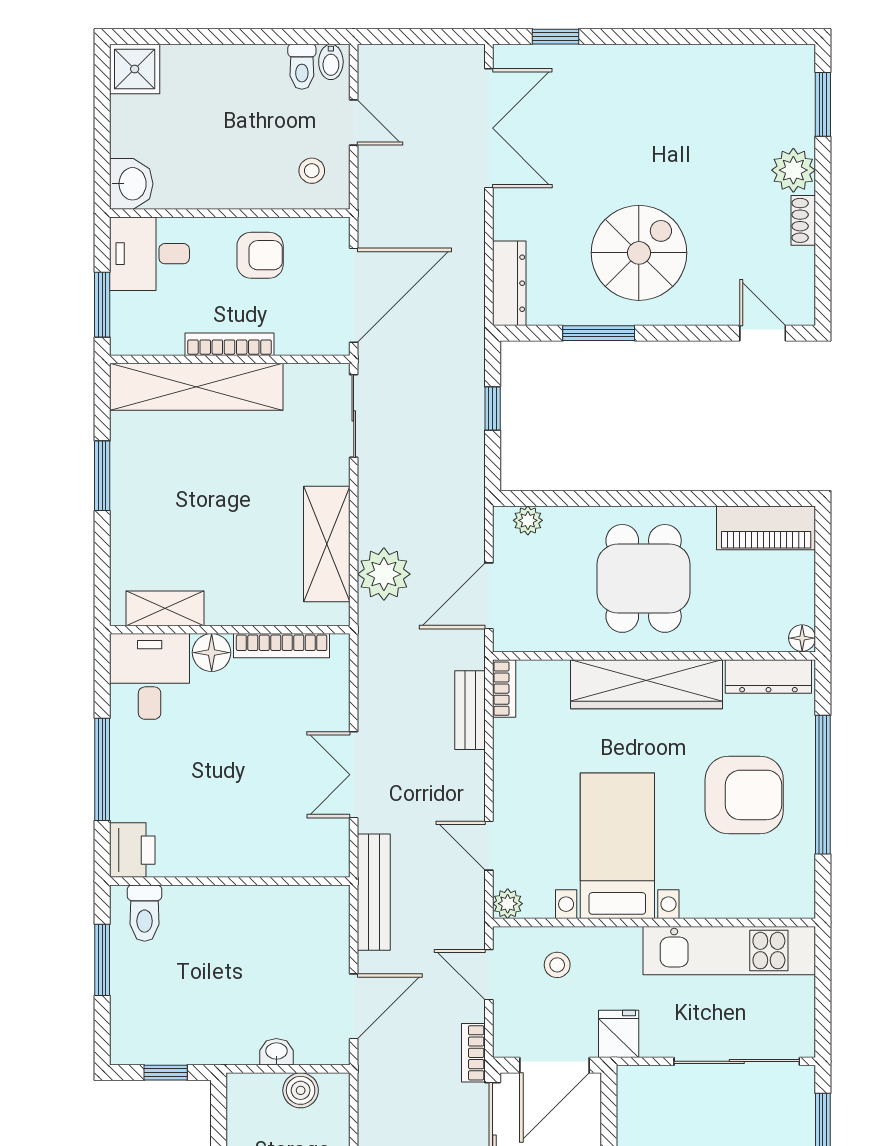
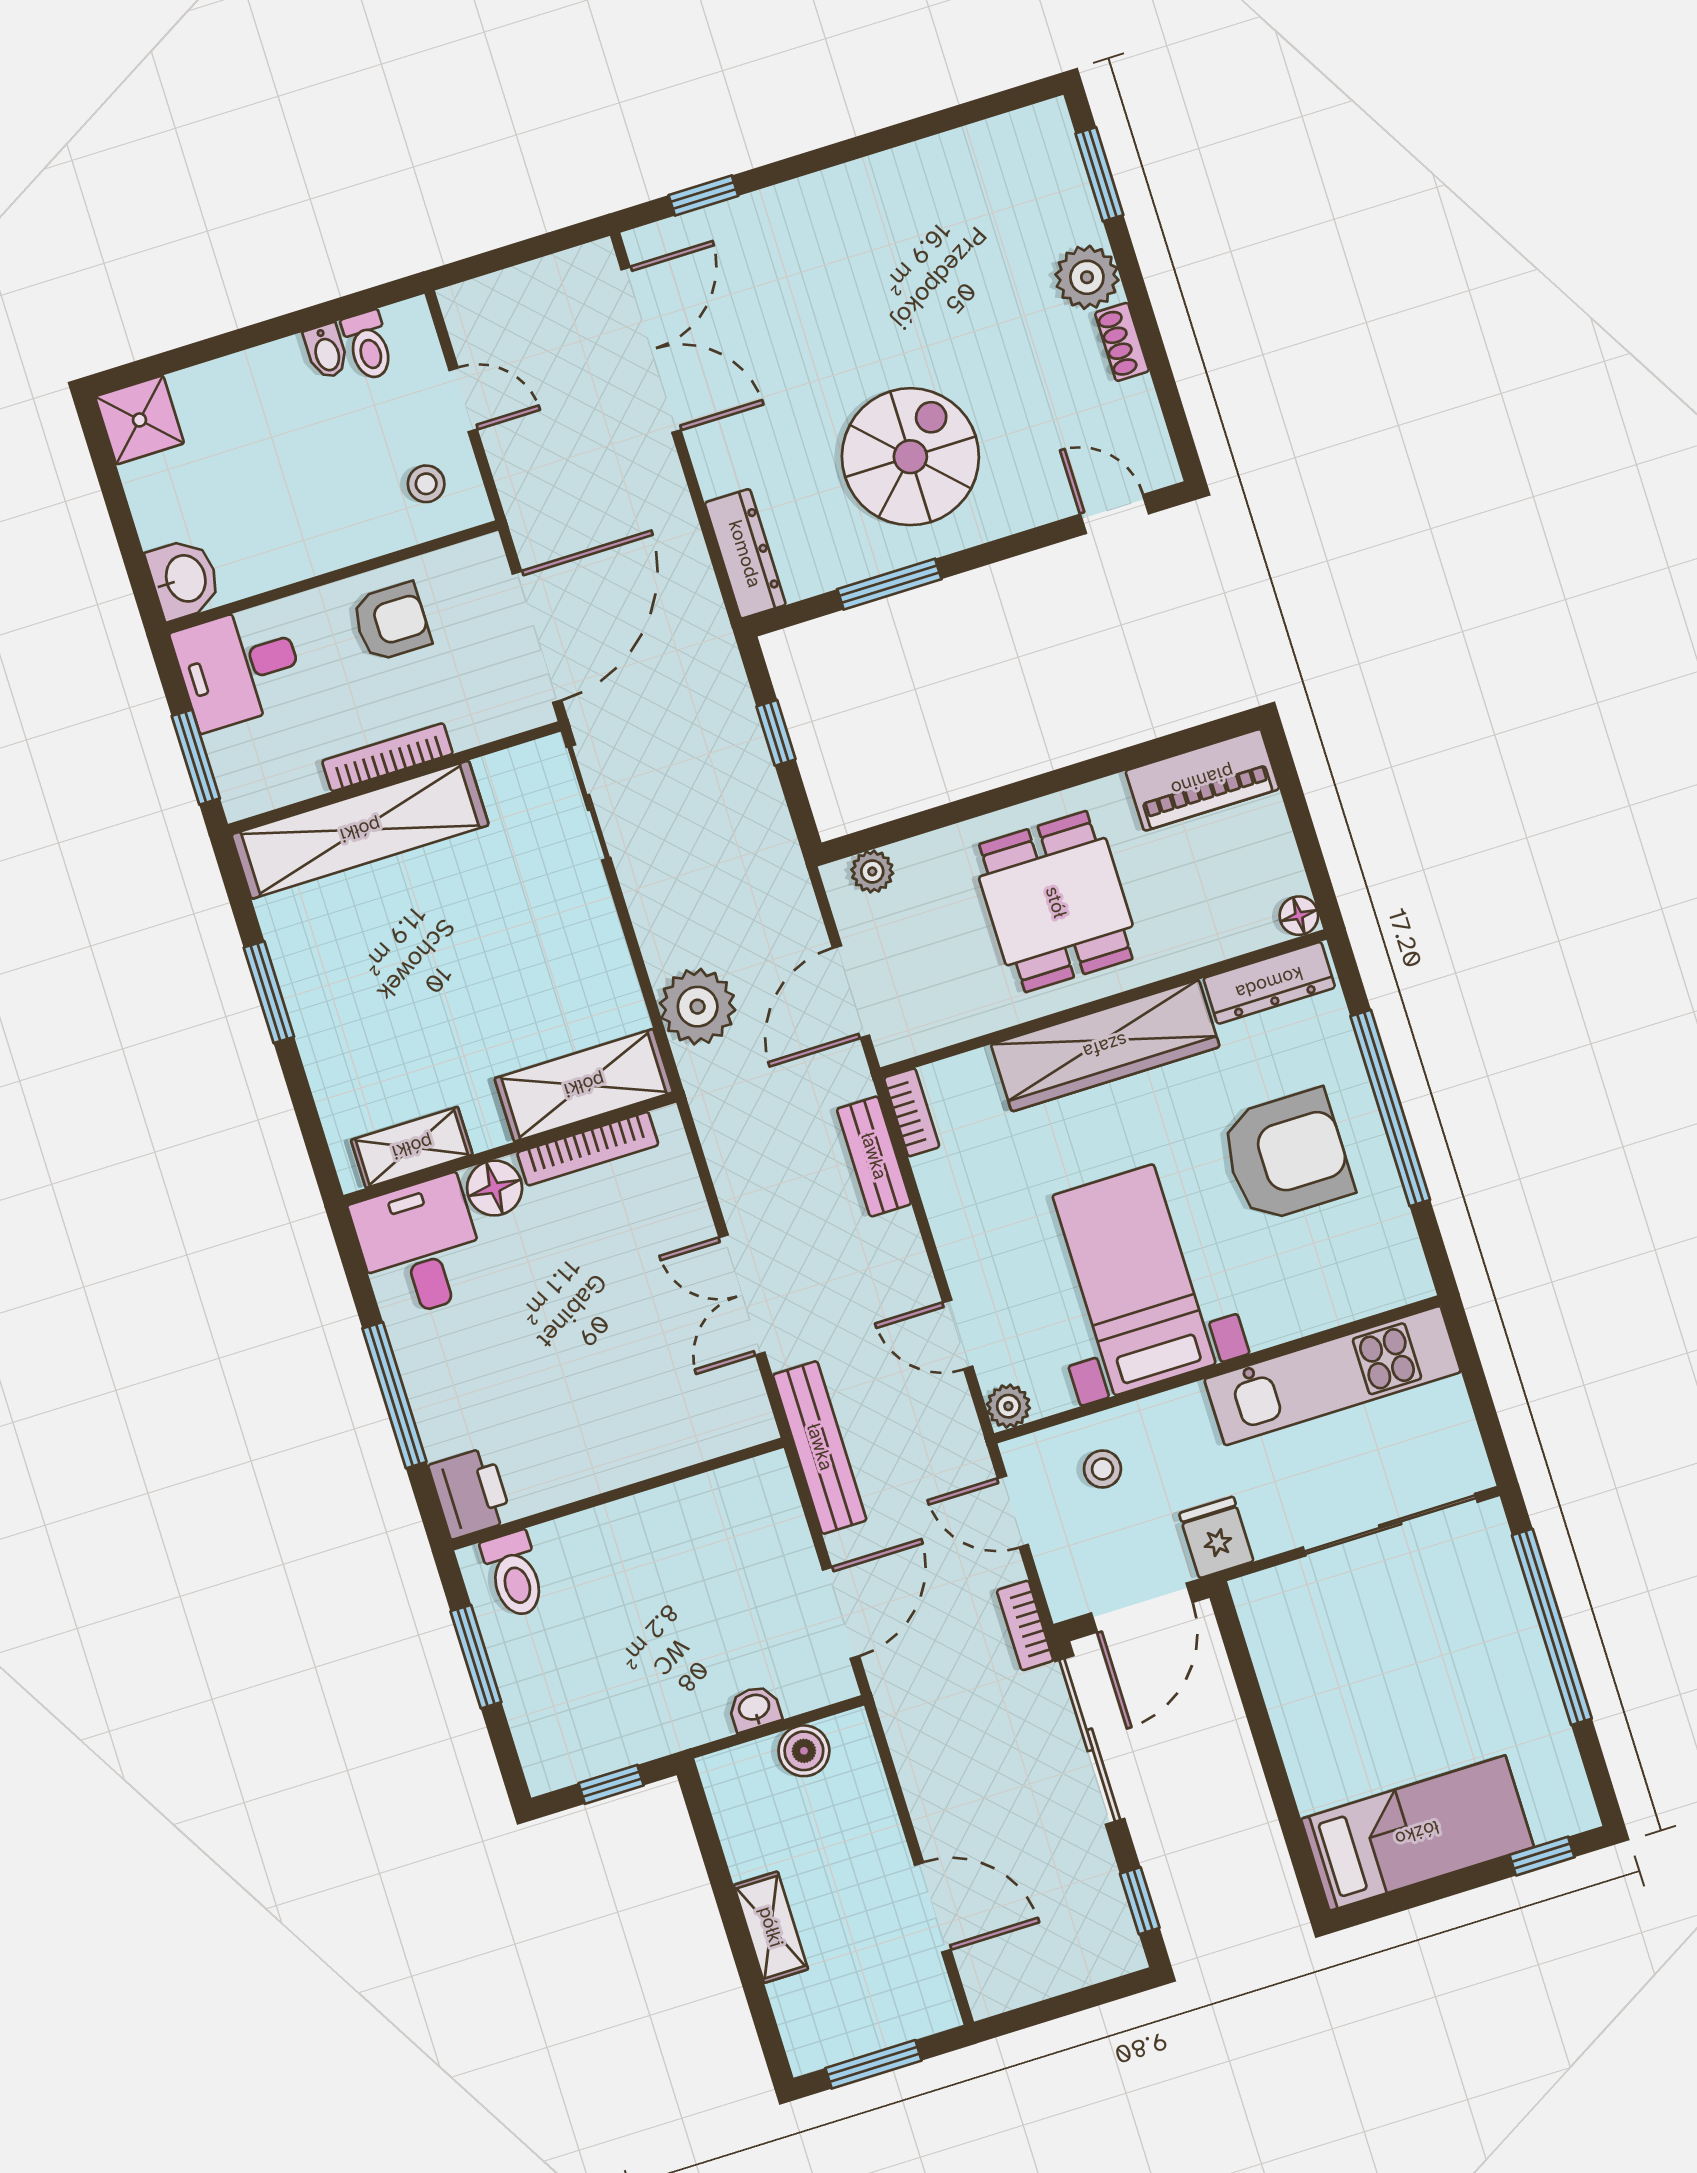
bidet: (331, 62) -> (326, 351), moved
shelving: (327, 544) -> (584, 1085), moved, turned 90

